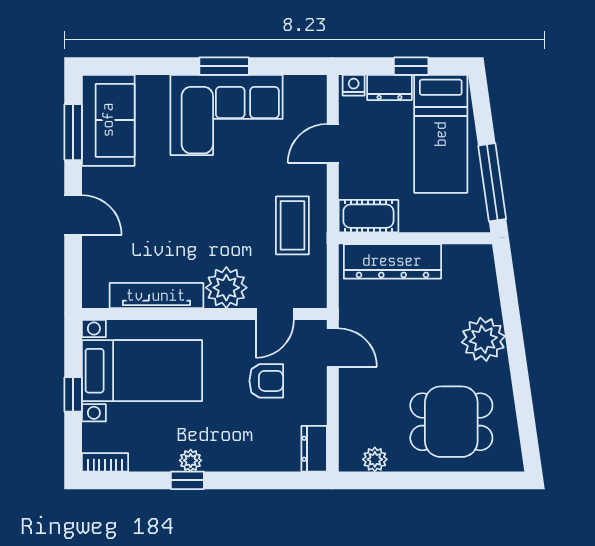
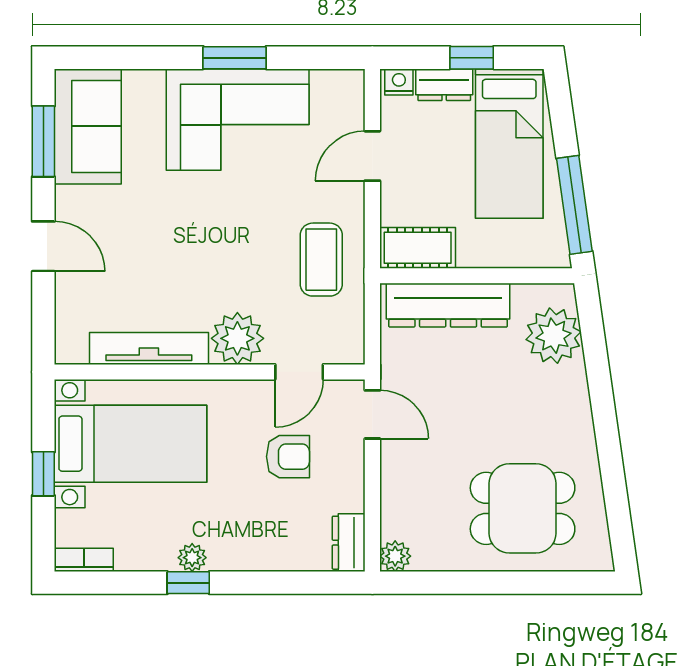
plant: (483, 339) -> (554, 336), moved
plant: (375, 459) -> (395, 556), moved

